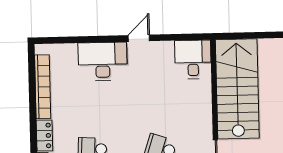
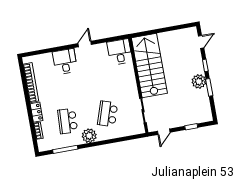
desk: (103, 61) -> (65, 62), width x0.73

